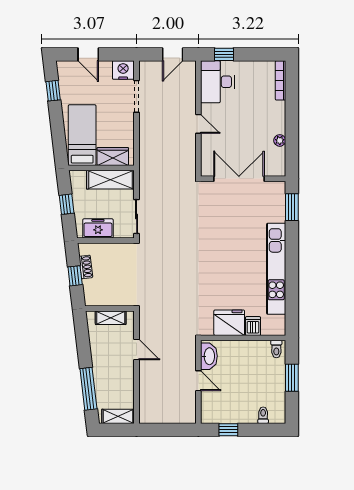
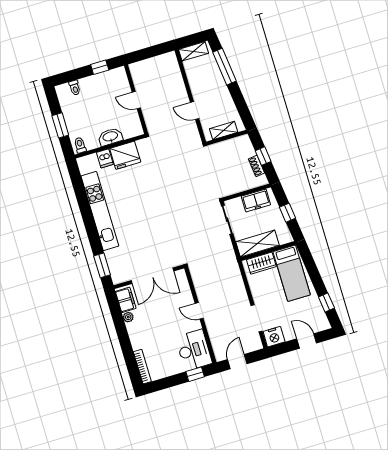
filing cabinet: (277, 161) -> (126, 300), added
washbasin: (209, 356) -> (110, 137), moved, turned 90

